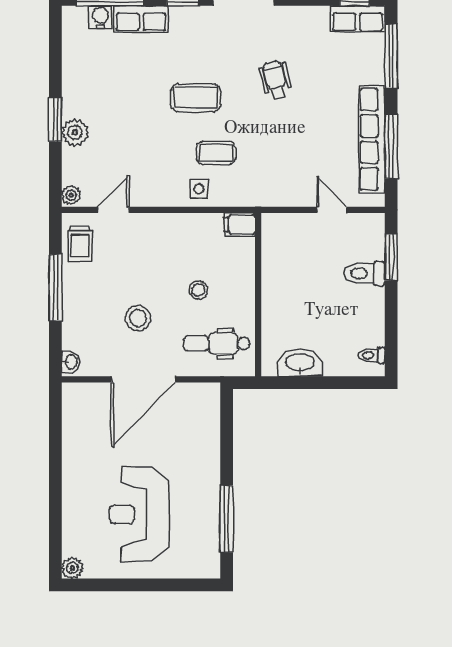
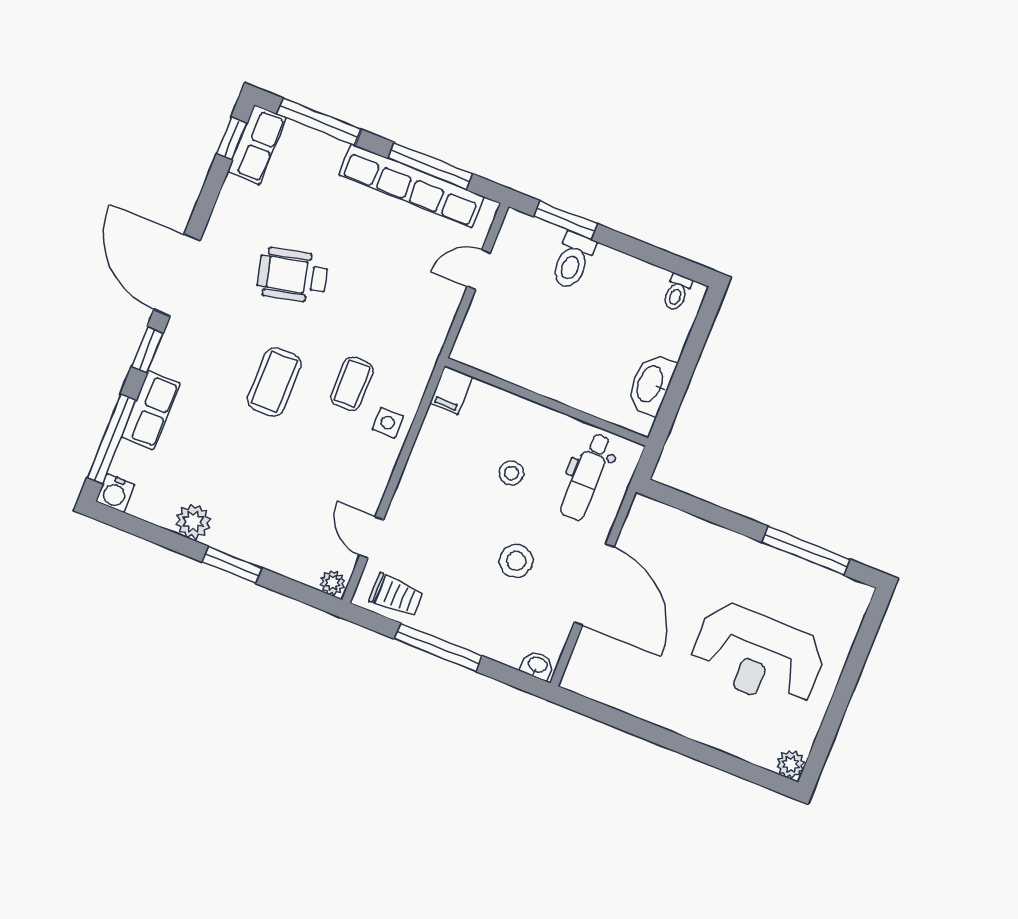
water cooler: (100, 17) -> (115, 493), moved, turned -90
wheelchair: (276, 81) -> (292, 275), width x1.36, depth x1.37
plant: (75, 132) -> (193, 522), moved

